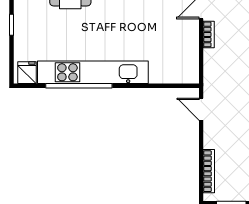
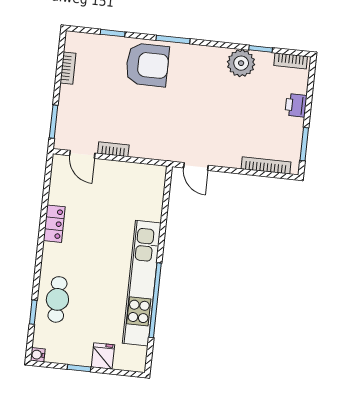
fridge: (27, 73) -> (103, 356), moved, turned 90
door: (201, 109) -> (196, 167), hinge flipped

